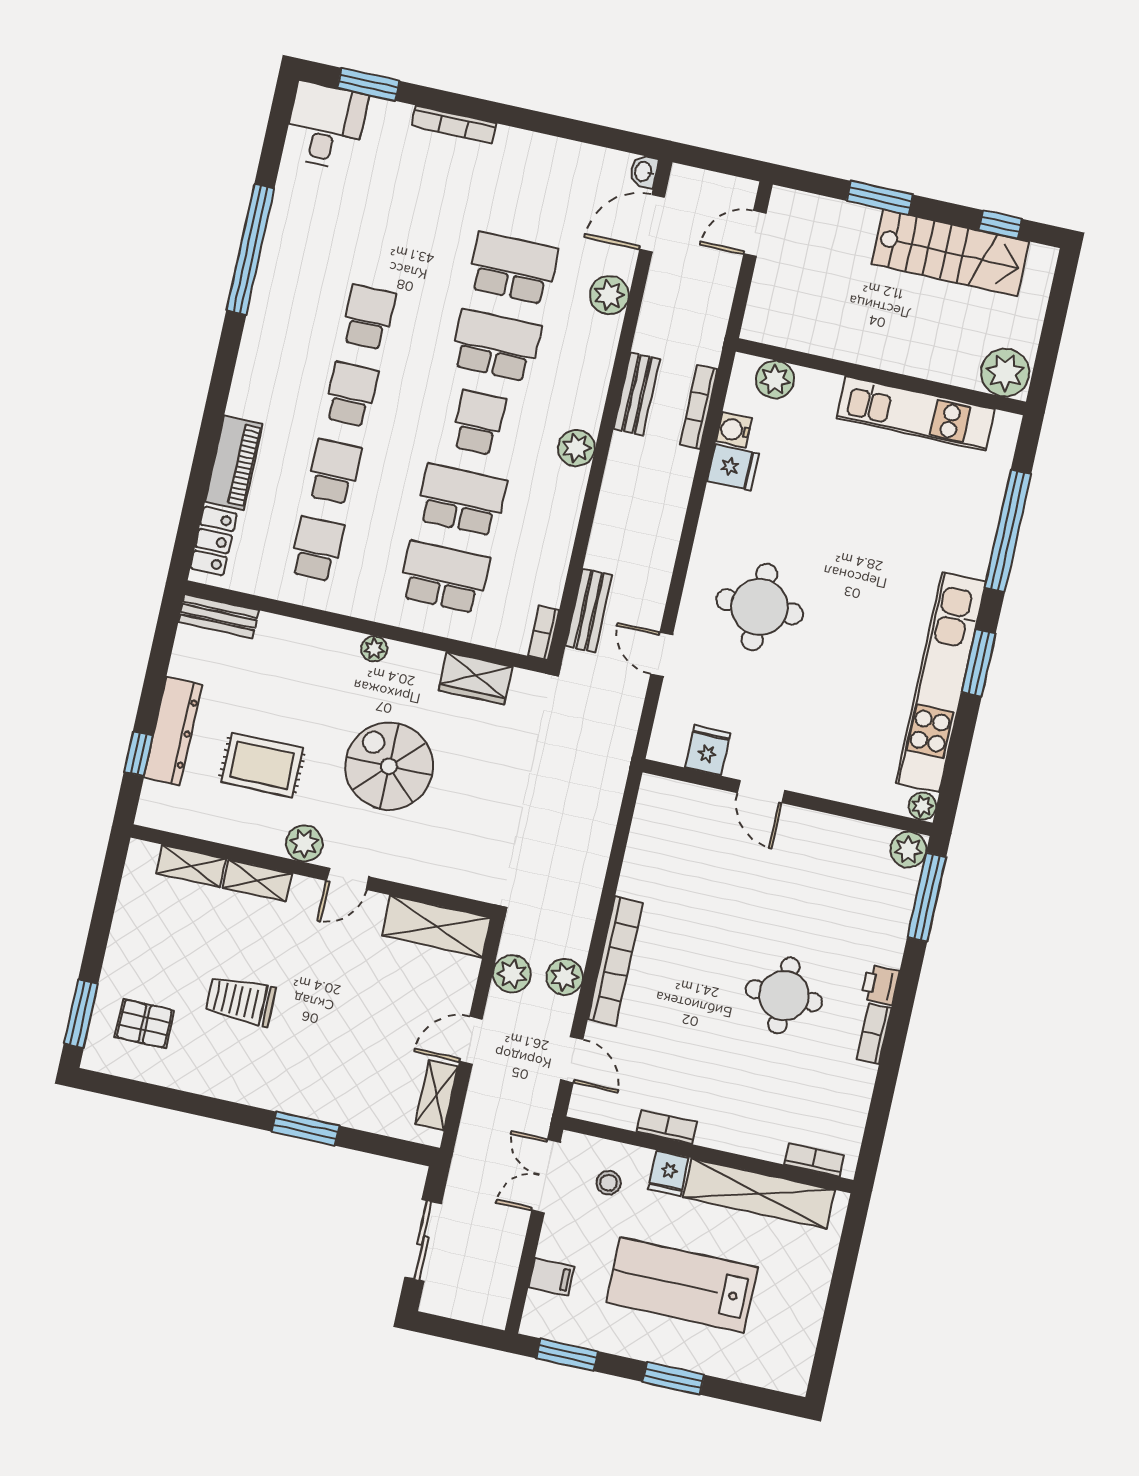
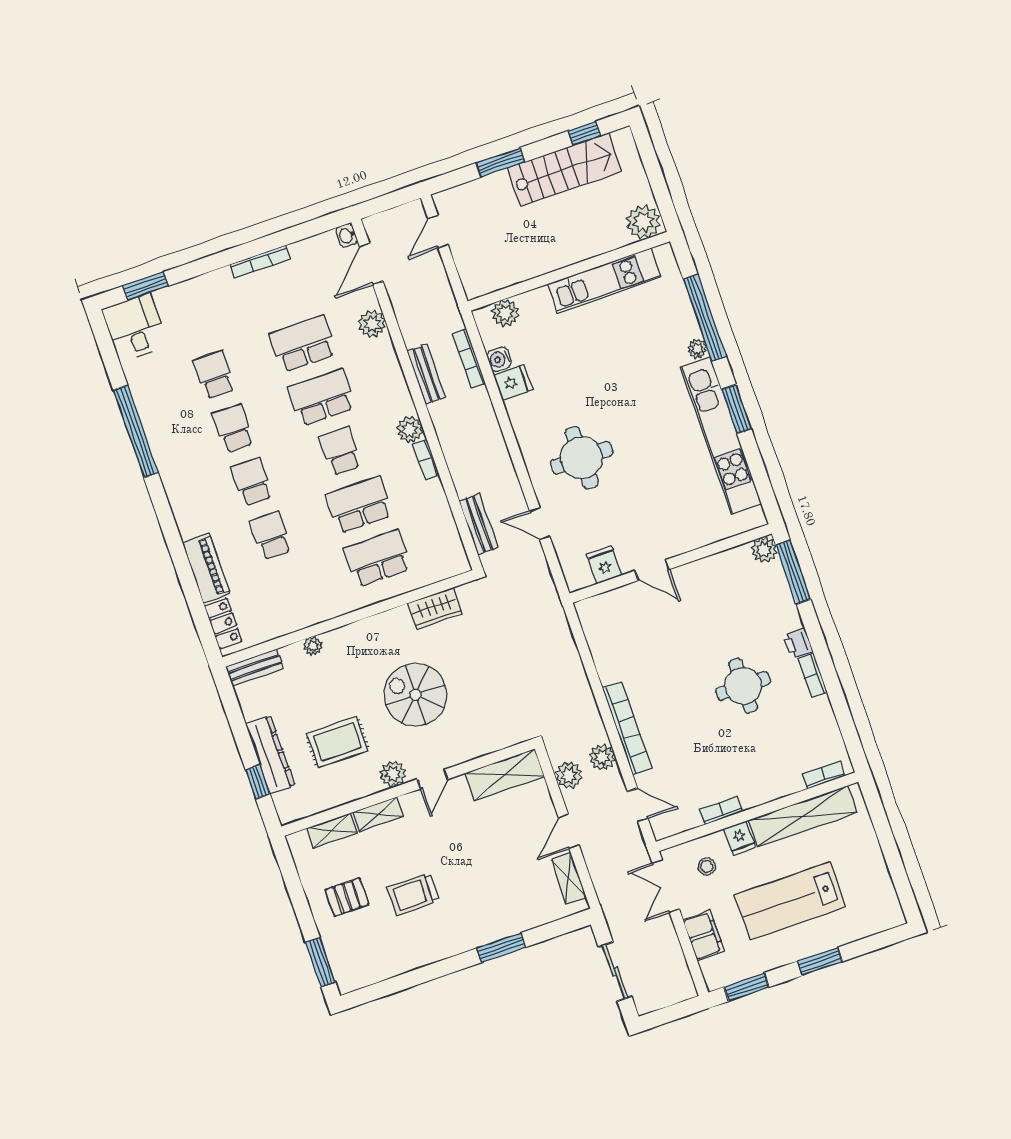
bookcase: (454, 125) -> (260, 262), moved
school desk: (317, 549) -> (215, 375), moved
bookcase: (544, 633) -> (426, 460), moved
plant: (374, 649) -> (313, 646), moved
plant: (922, 806) -> (697, 349), moved
pallet: (145, 1024) -> (347, 897), moved
filing cabinet: (551, 1277) -> (704, 935), width x2.00

